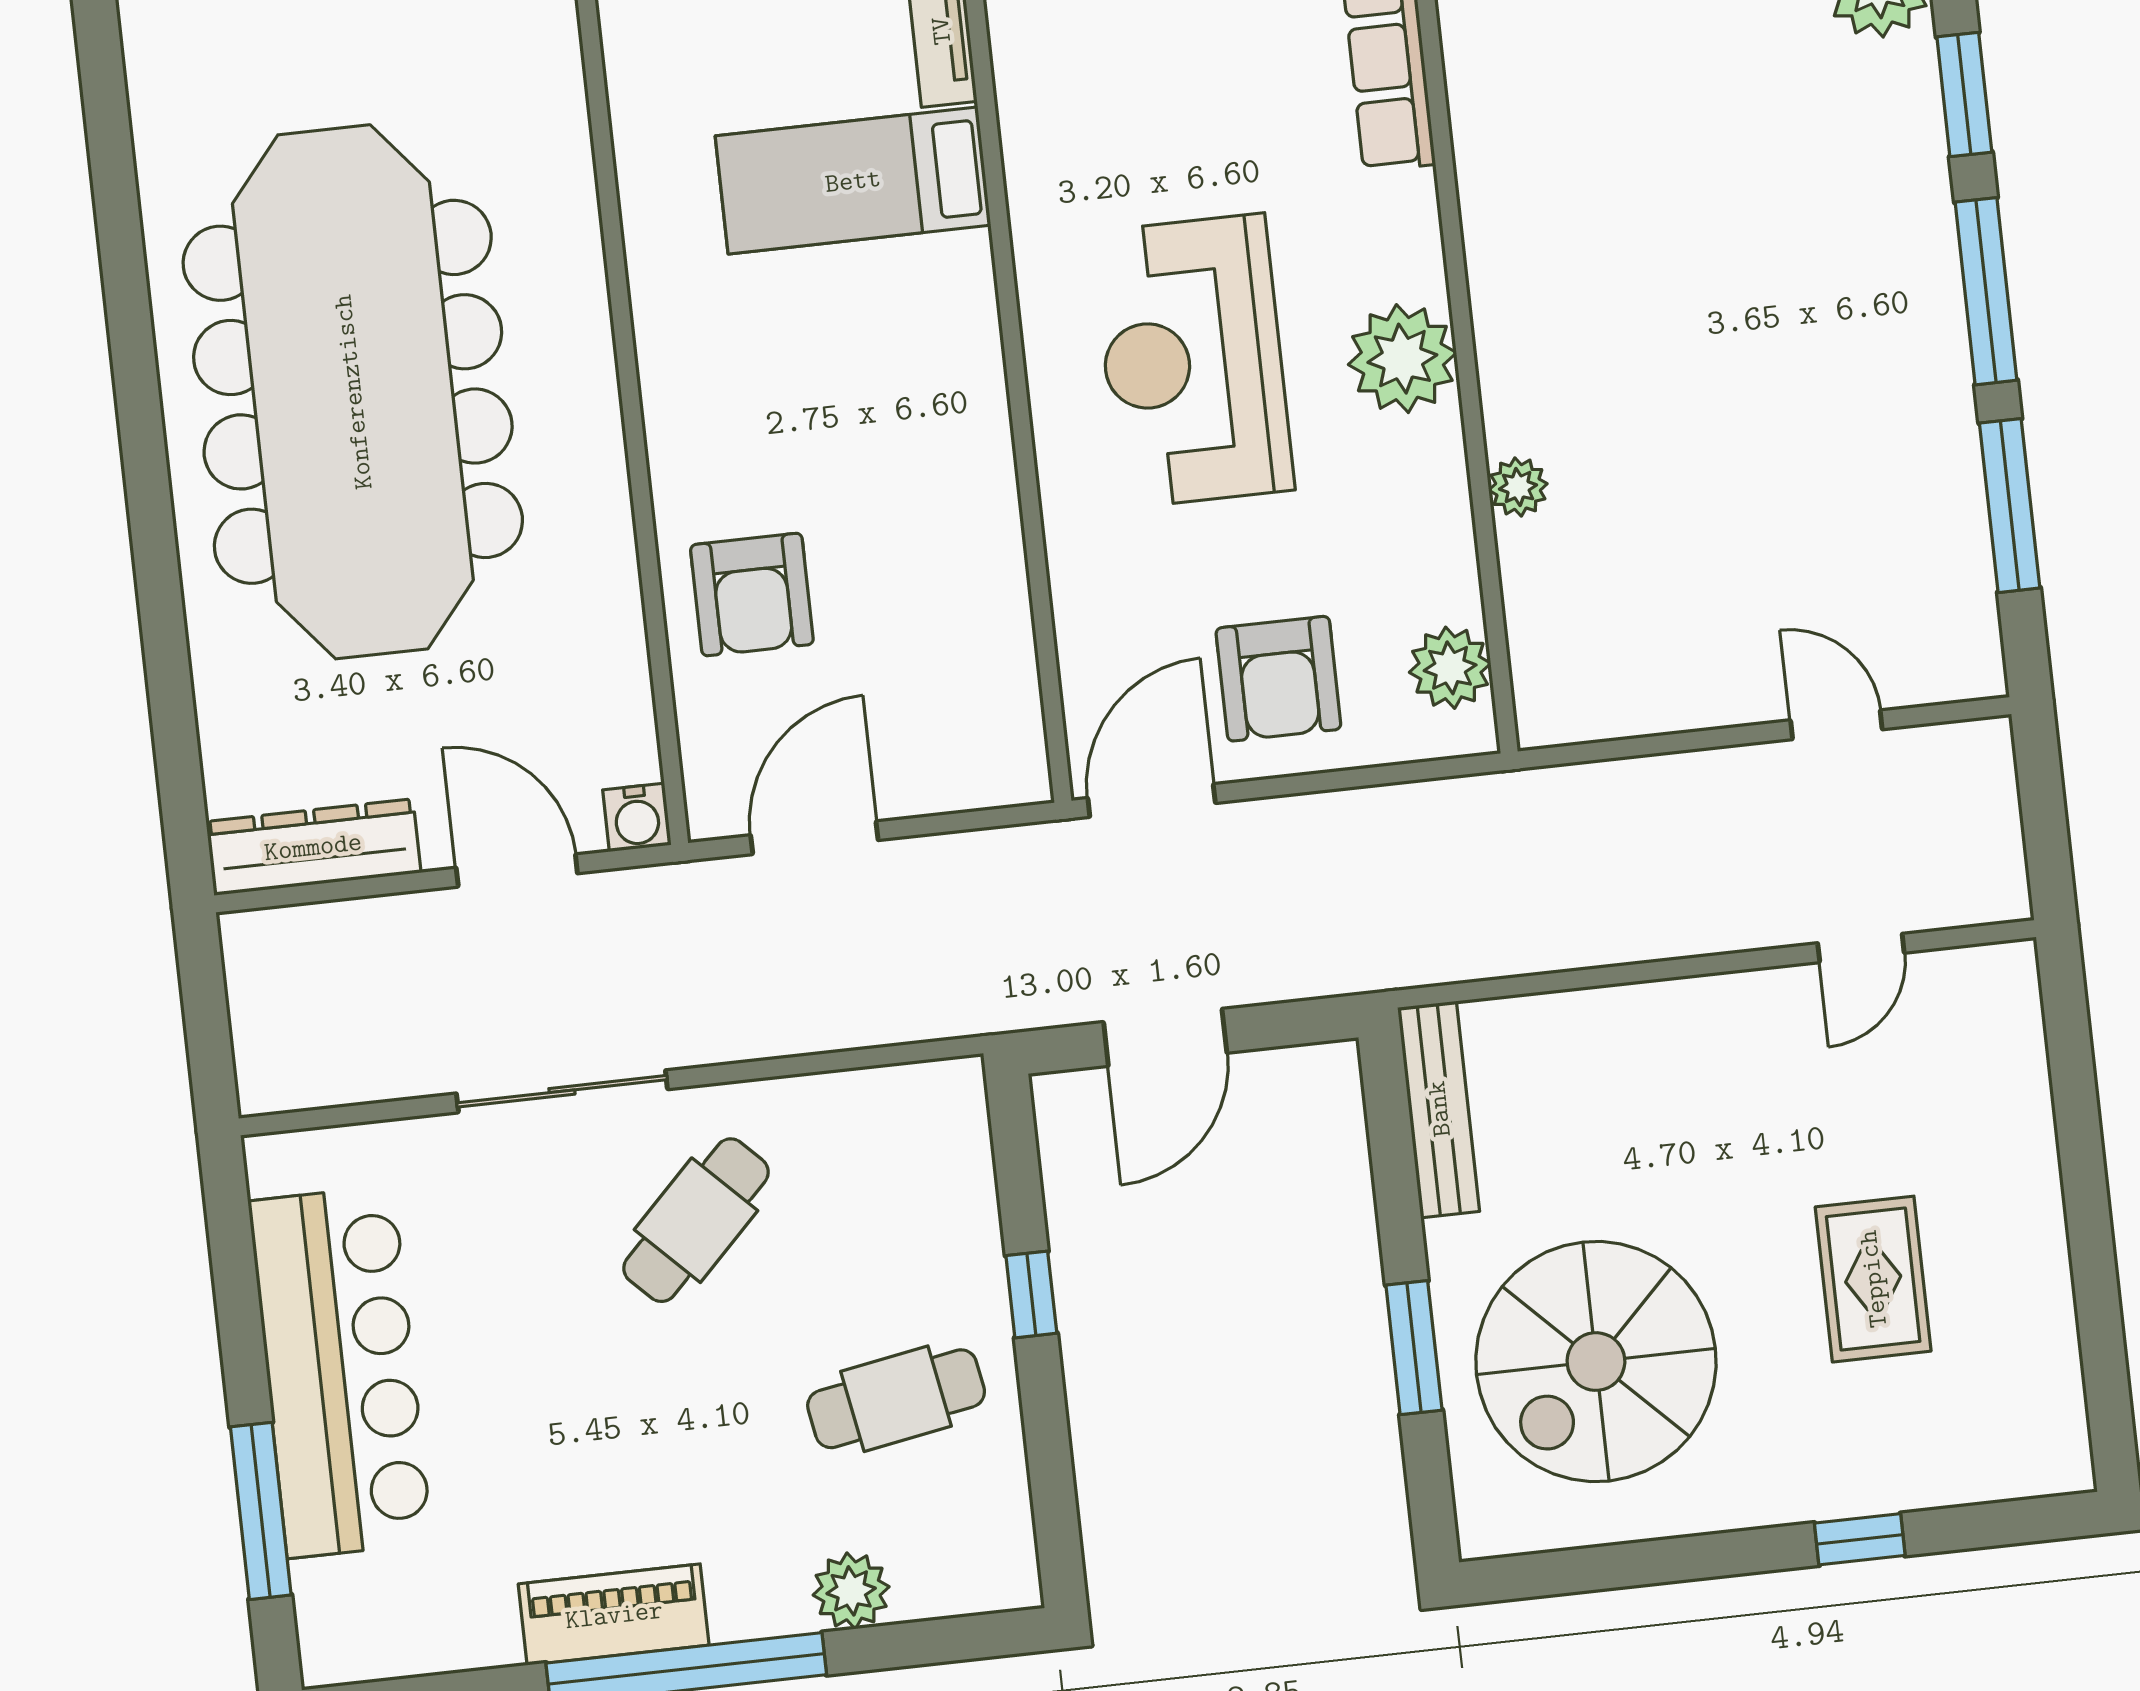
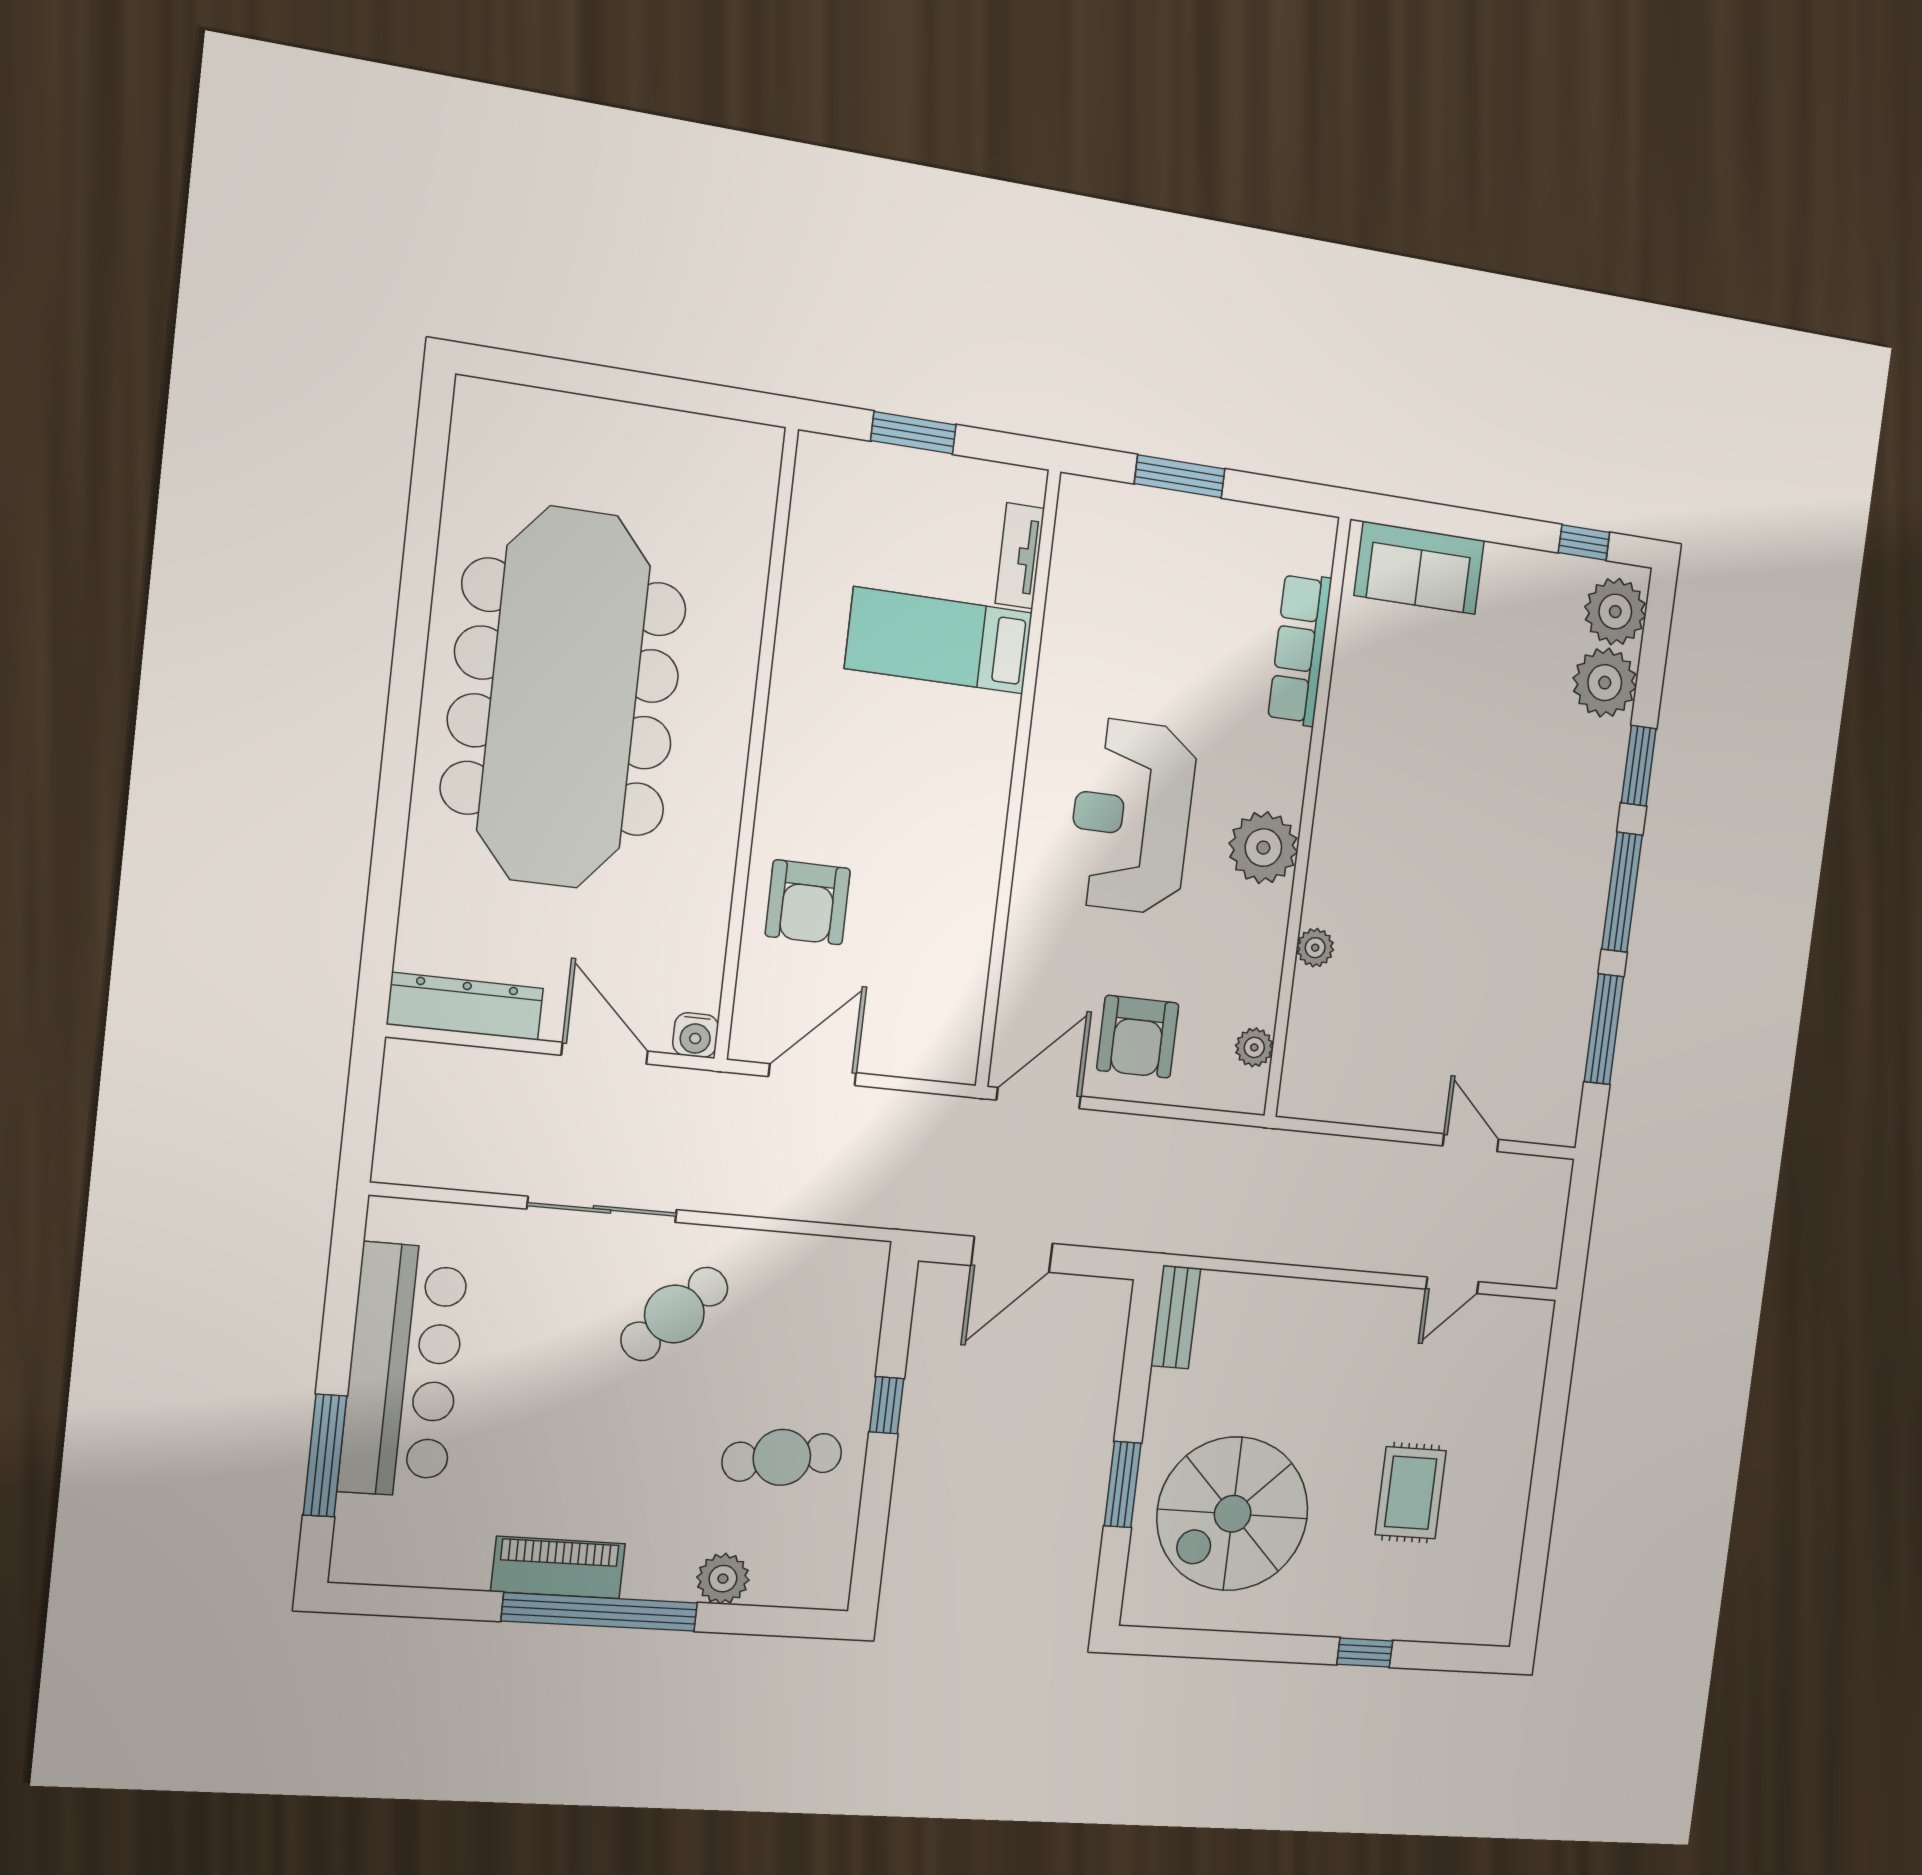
plant: (1450, 668) -> (1254, 1047), width x0.73, depth x0.73
bench: (1439, 1109) -> (1176, 1317), width x0.73

